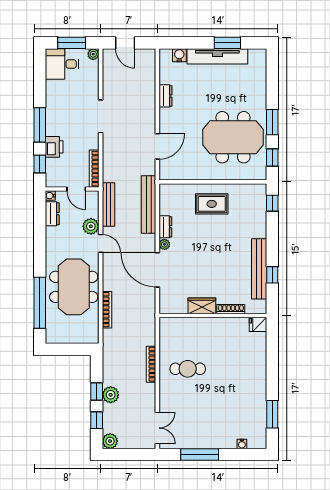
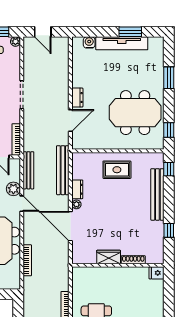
dresser: (165, 96) -> (77, 98), moved
window: (272, 122) -> (169, 78), moved
bench: (259, 269) -> (157, 194), moved

